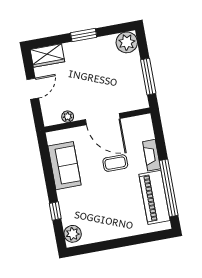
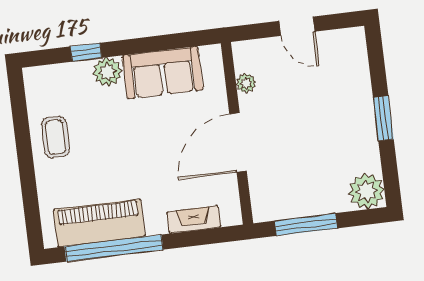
wardrobe: (47, 56) -> (352, 54), removed
fireplace: (152, 155) -> (194, 220), moved
coffee table: (115, 163) -> (56, 137), moved
plant: (73, 234) -> (107, 72), moved

